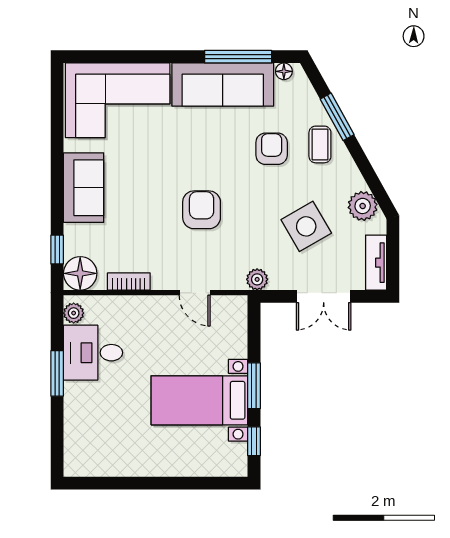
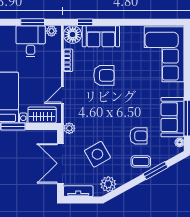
sofa: (223, 85) -> (173, 117), width x0.73
sofa: (84, 188) -> (101, 36), moved
armchair: (202, 210) -> (104, 75), moved
double door: (324, 296) -> (60, 163), width x1.37
wardrobe: (232, 331) -> (42, 115), added
window: (57, 373) -> (33, 22), moved

